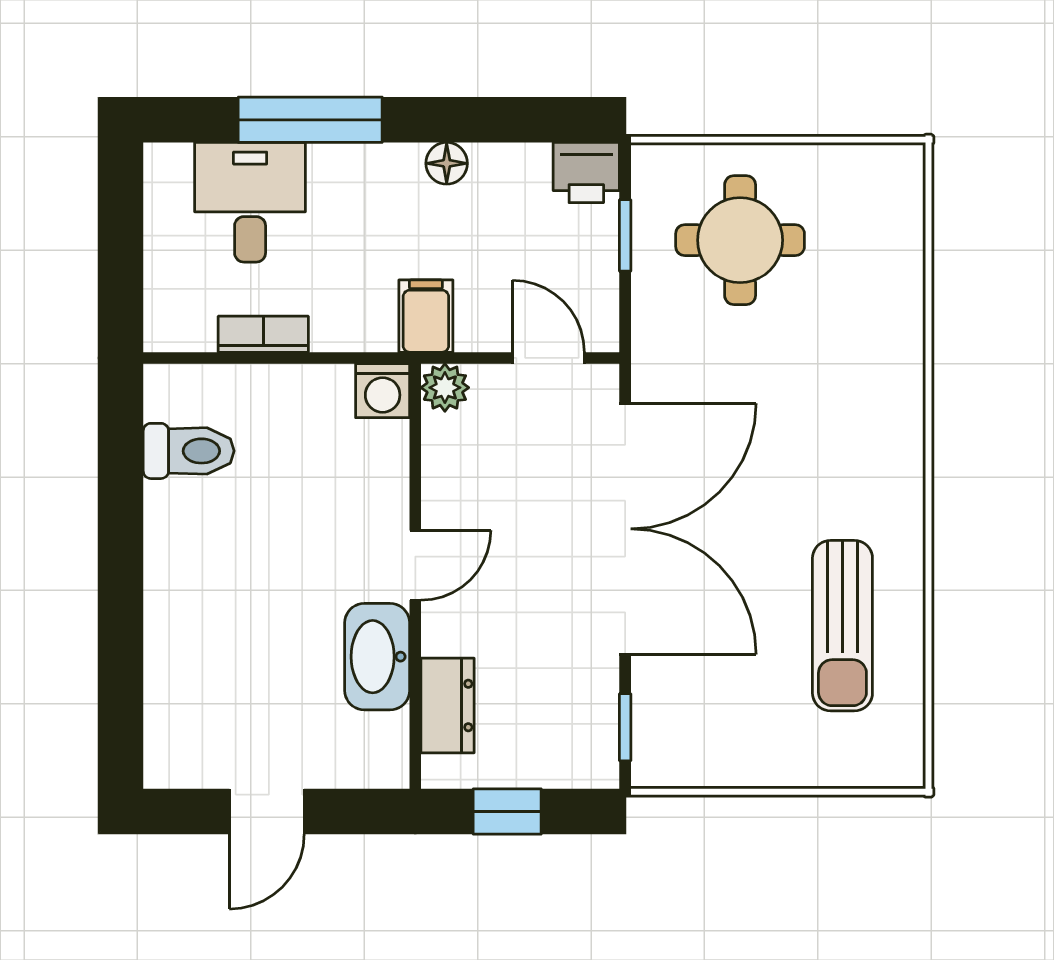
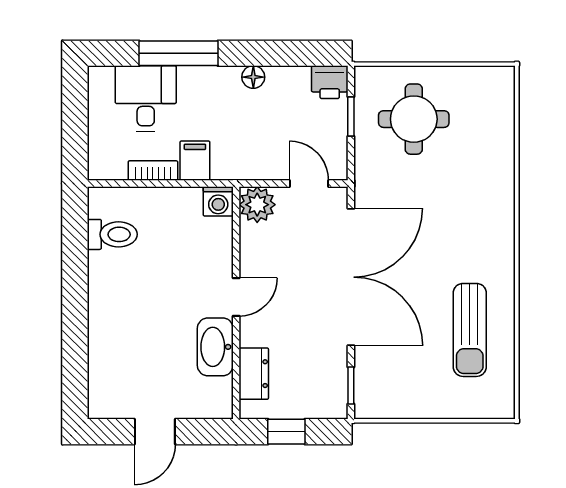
filing cabinet: (426, 316) -> (195, 161), moved
plant: (445, 388) -> (257, 205), width x1.38, depth x1.38

